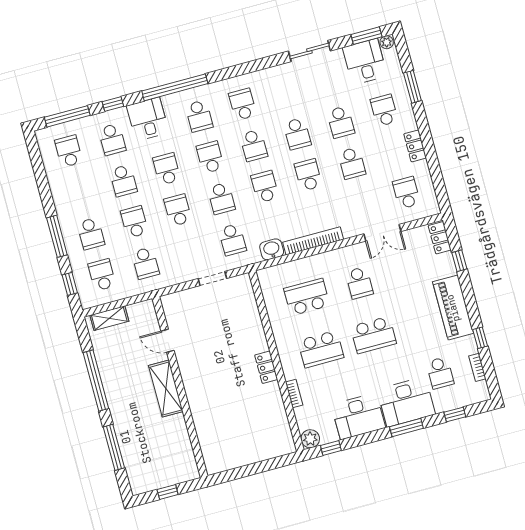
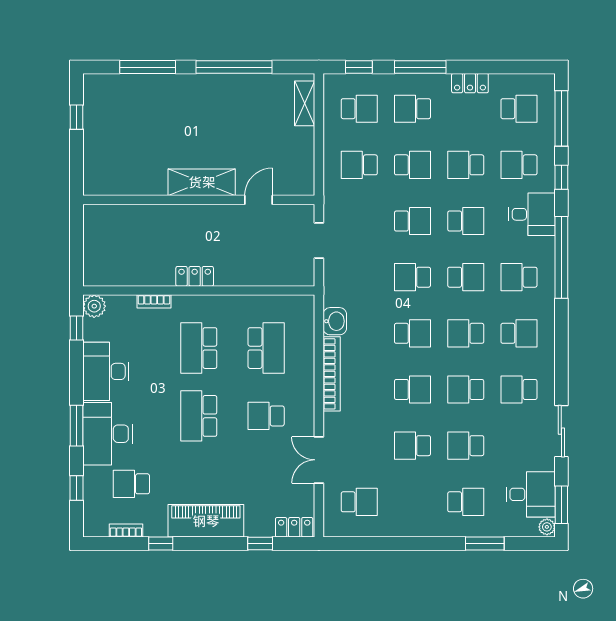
locker: (415, 146) -> (470, 83), moved, turned 180
school desk: (232, 240) -> (519, 389), moved
door: (167, 341) -> (259, 200), moved
wall: (180, 387) -> (199, 200), moved
shelving: (166, 389) -> (202, 182), moved

